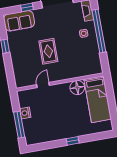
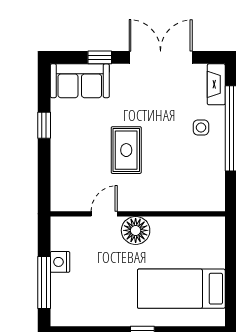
floor lamp: (77, 88) -> (136, 230), moved
bed: (98, 99) -> (181, 289), moved, turned 90

